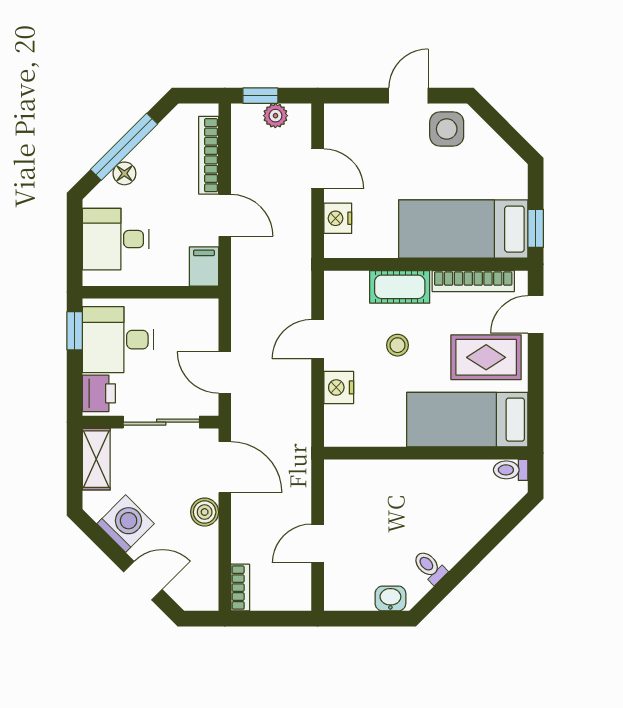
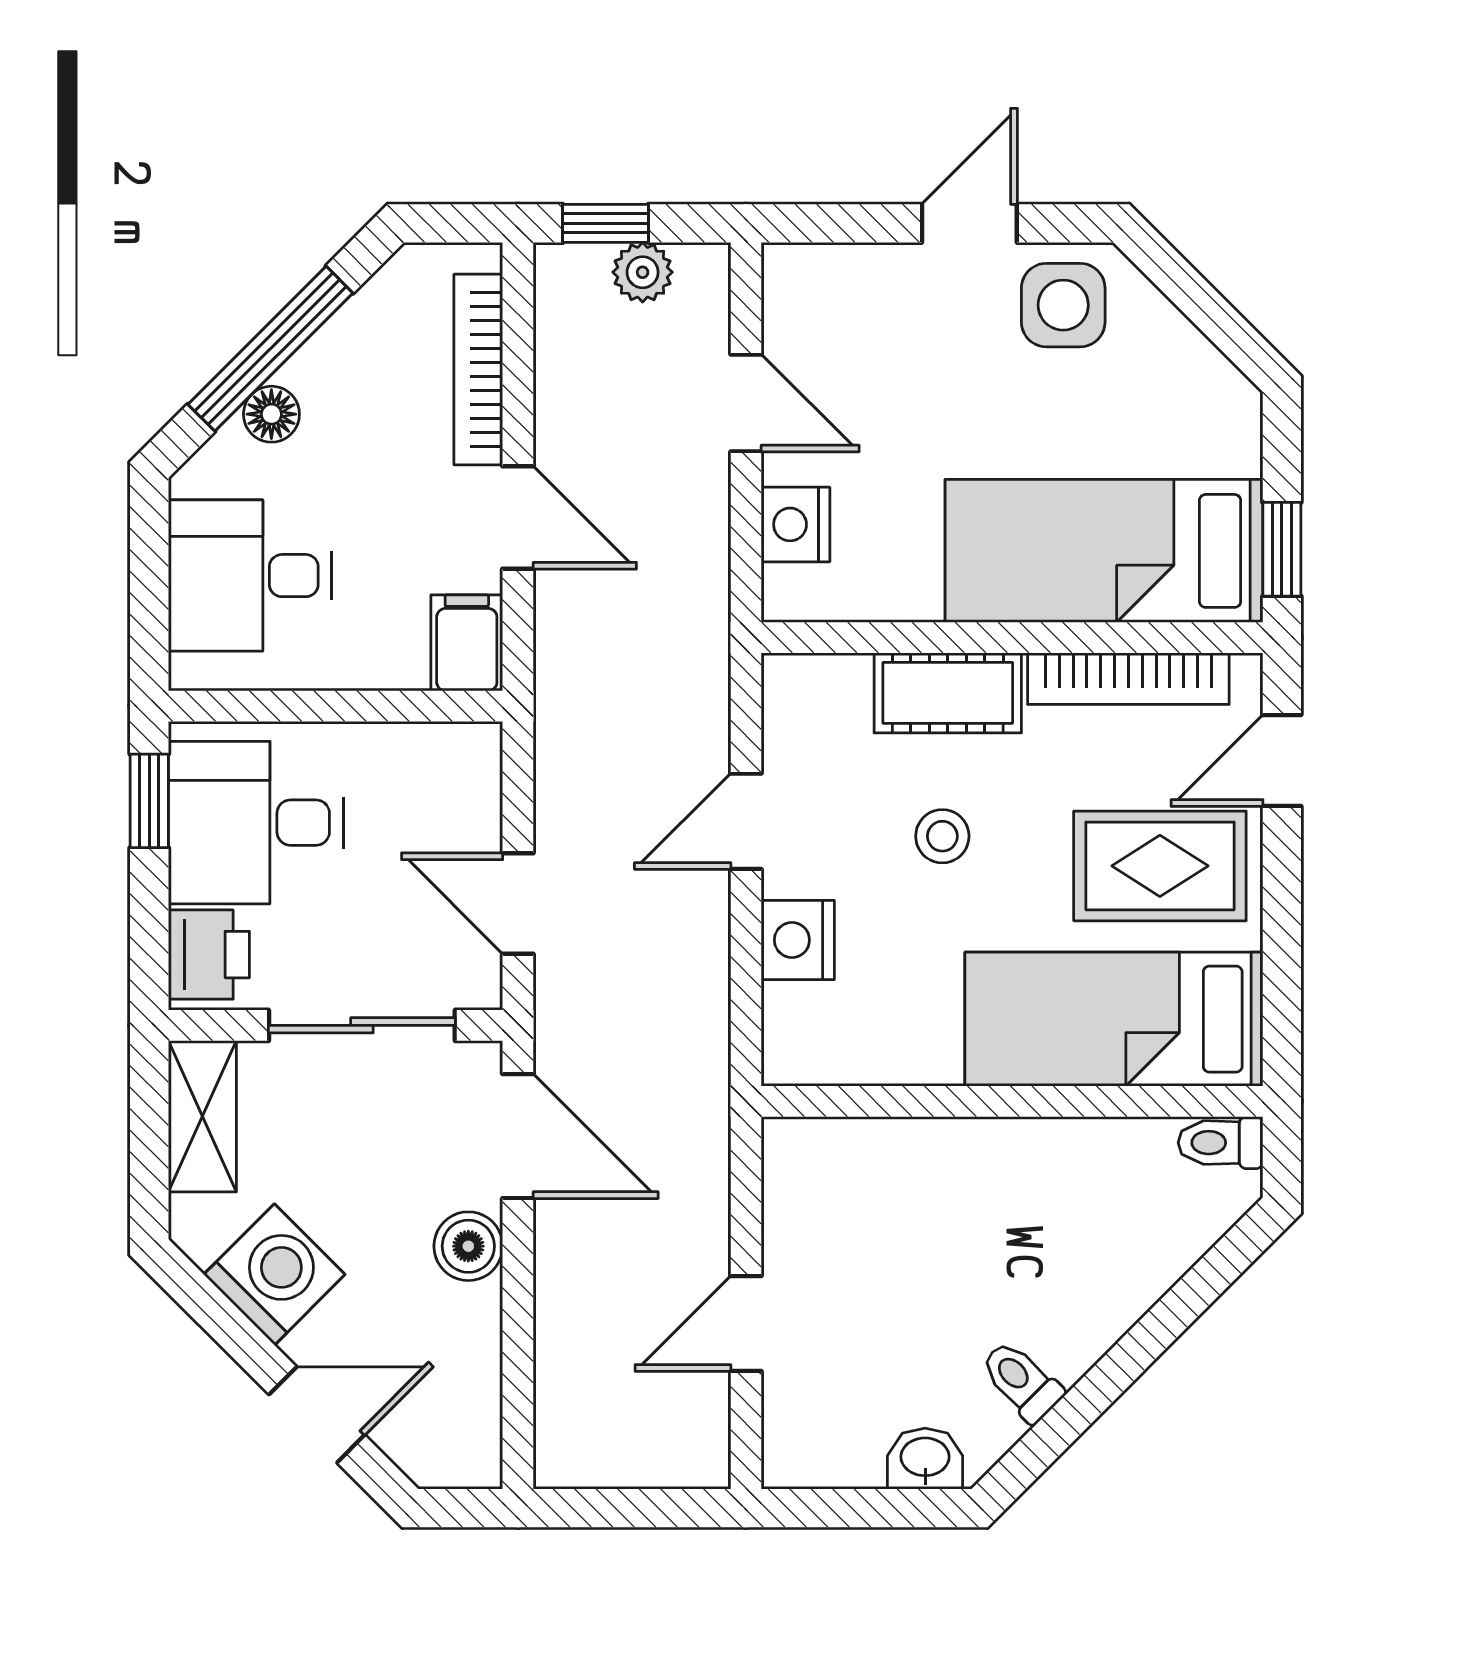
bookcase: (240, 588) -> (556, 1432), removed

